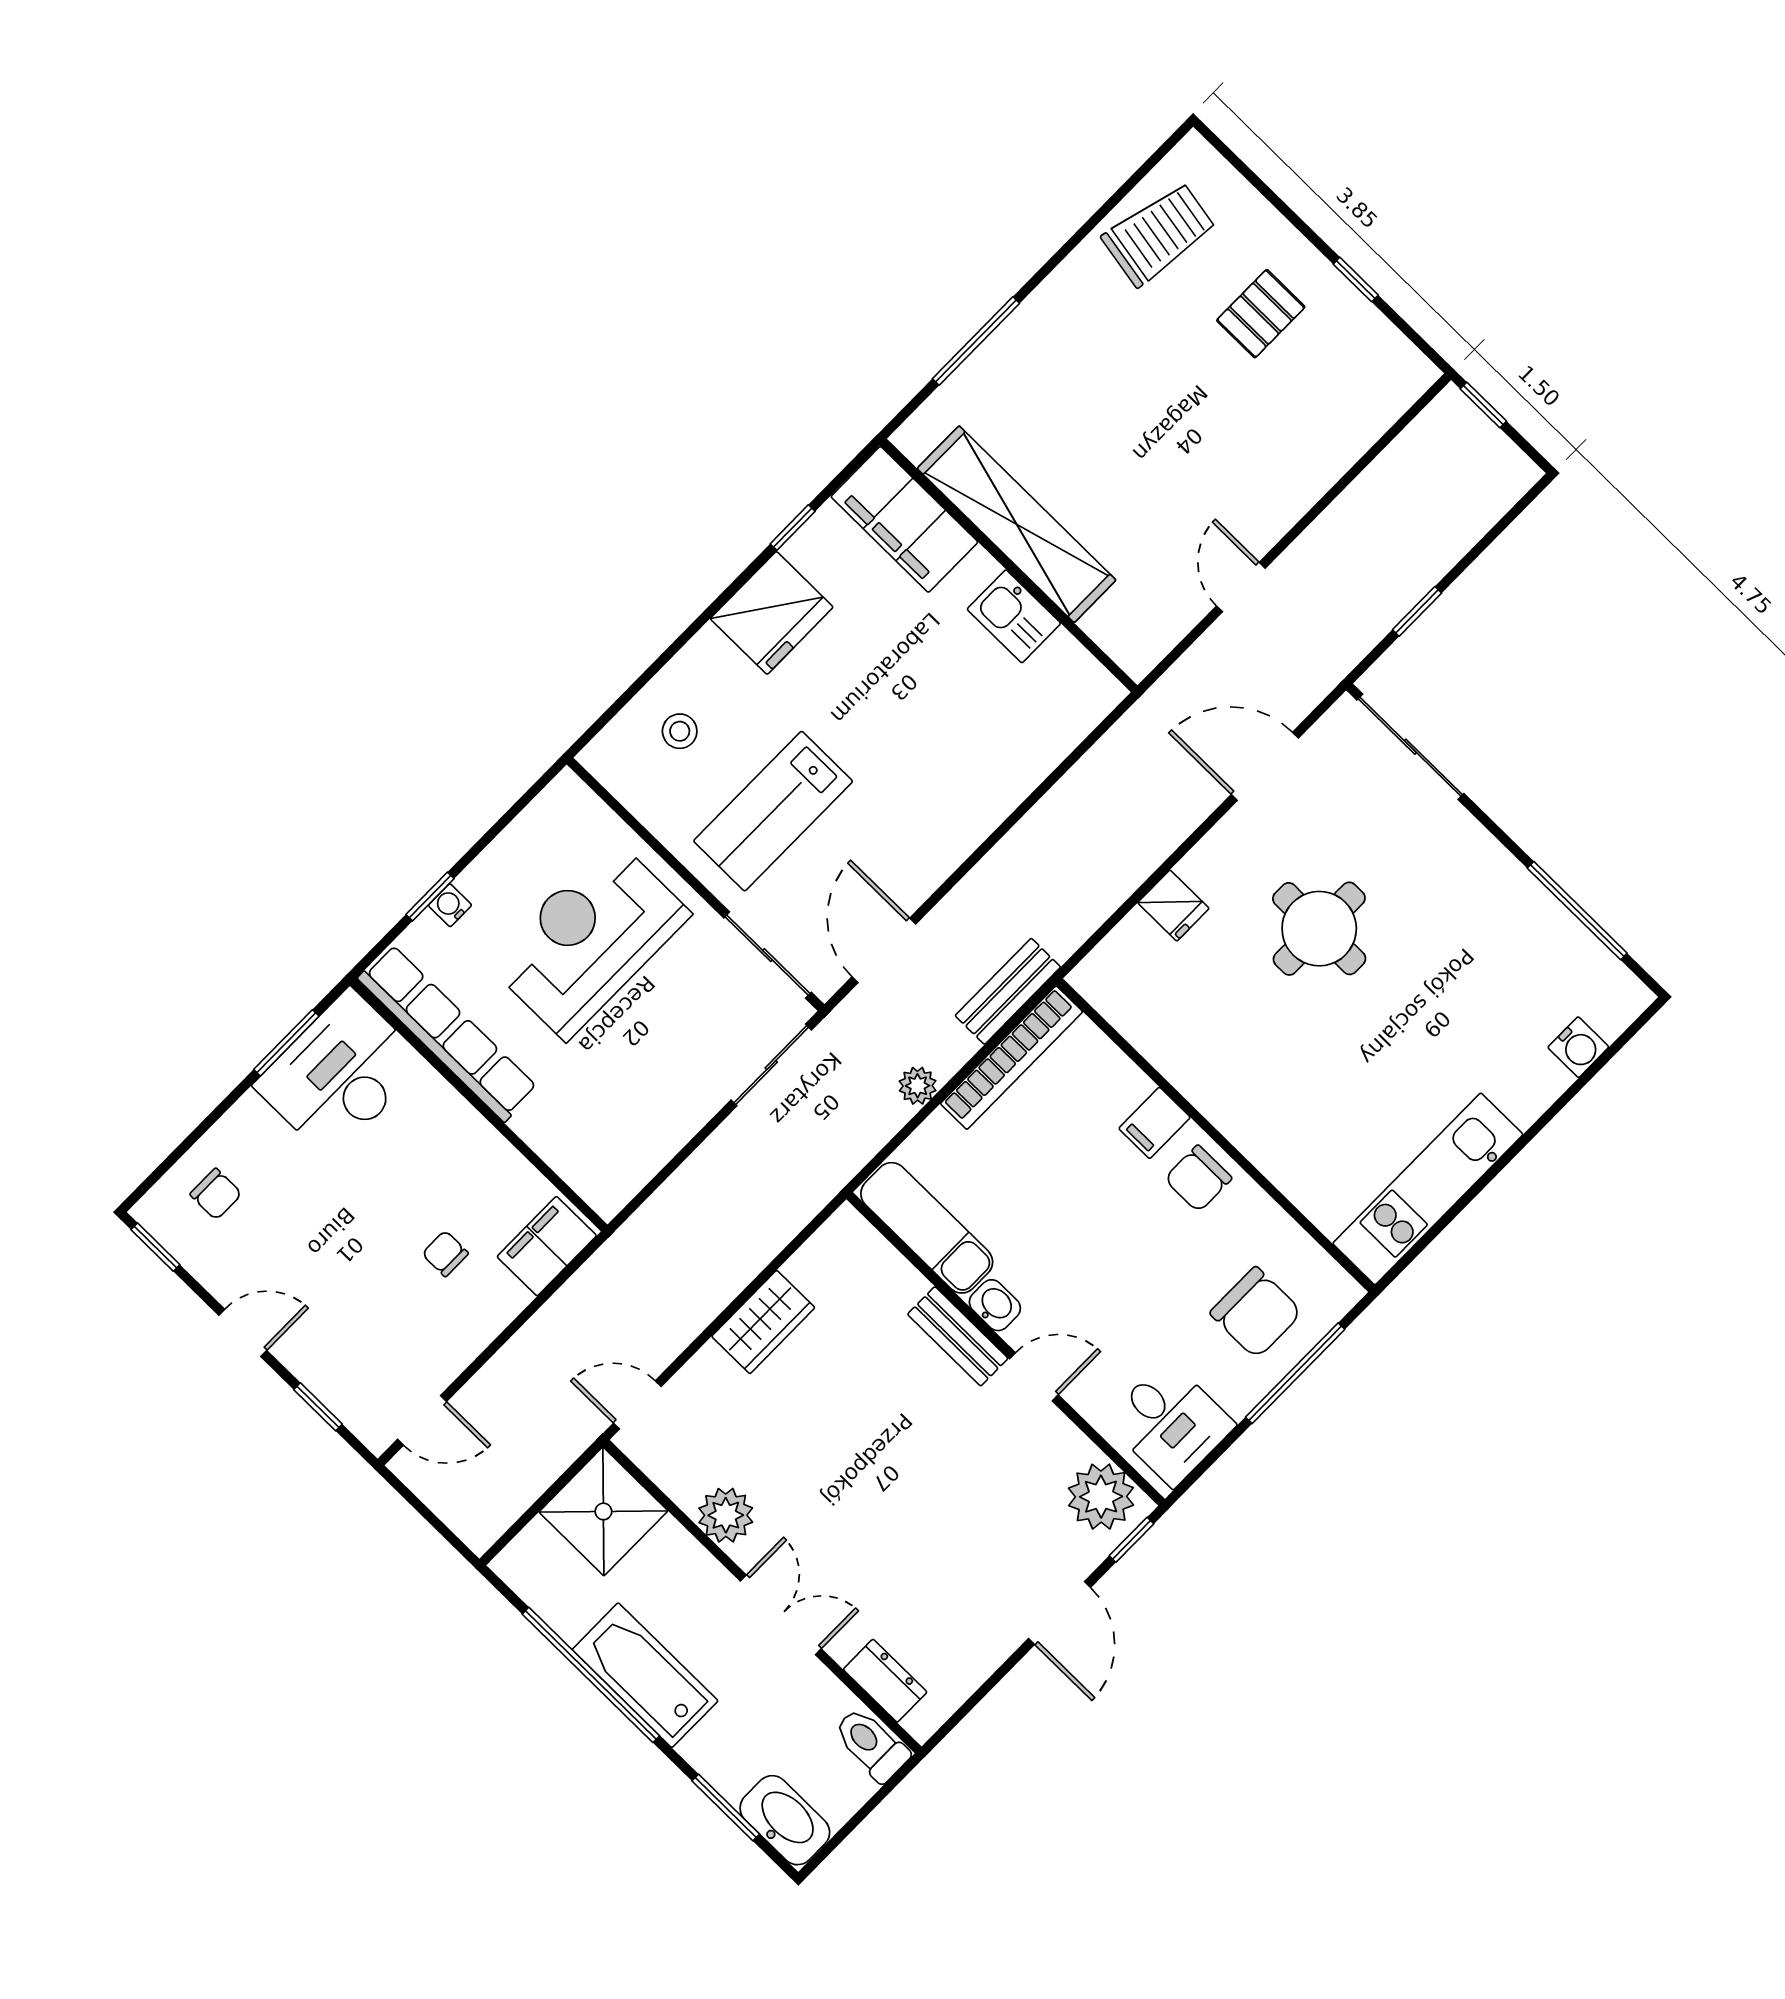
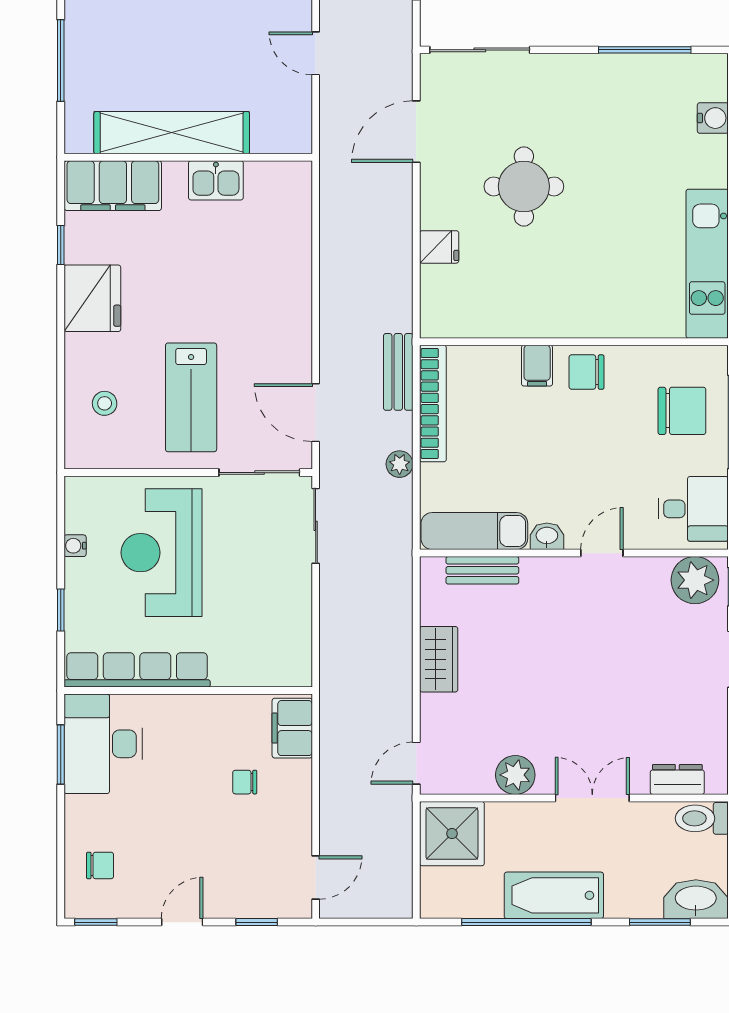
water cooler: (450, 905) -> (75, 546), moved
chair: (1198, 1179) -> (587, 372), turned 90
bench: (958, 1336) -> (482, 570), moved

